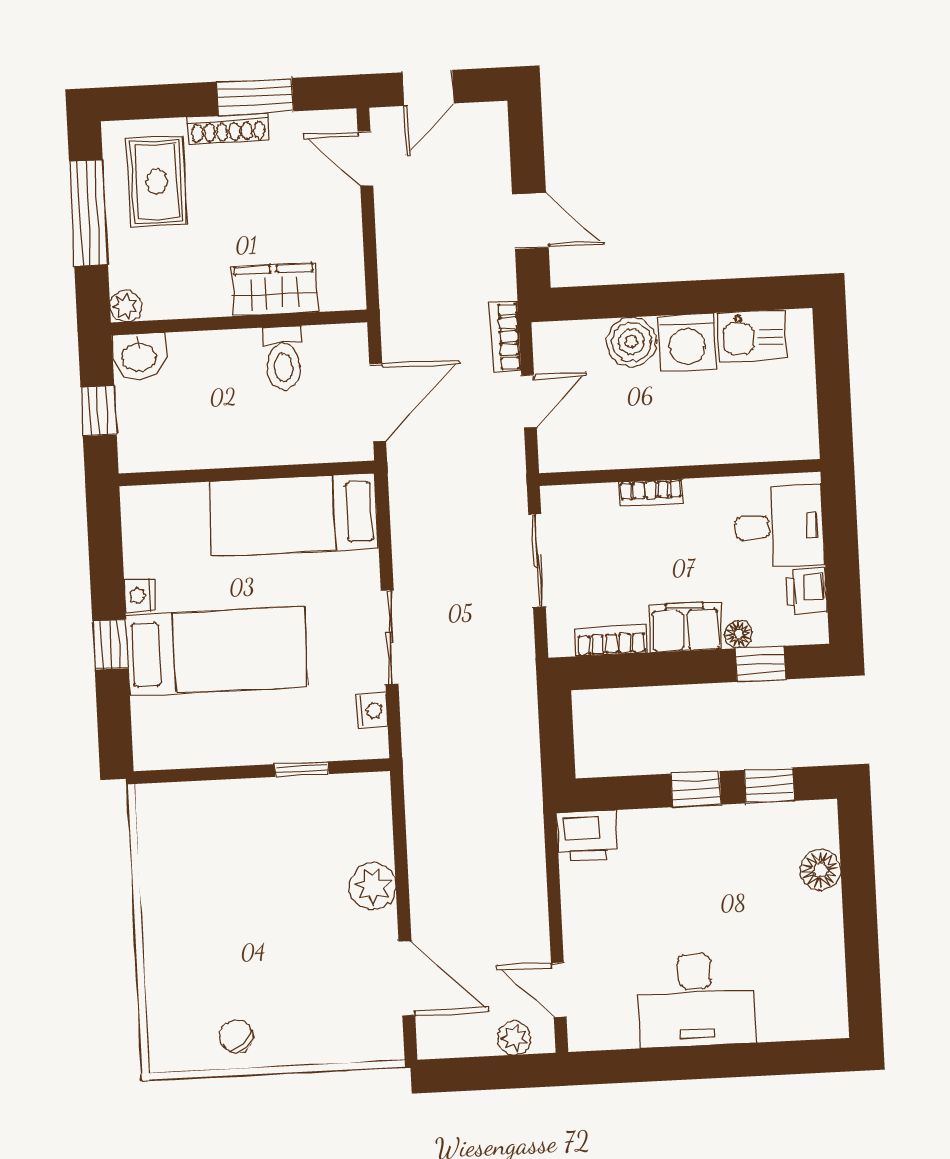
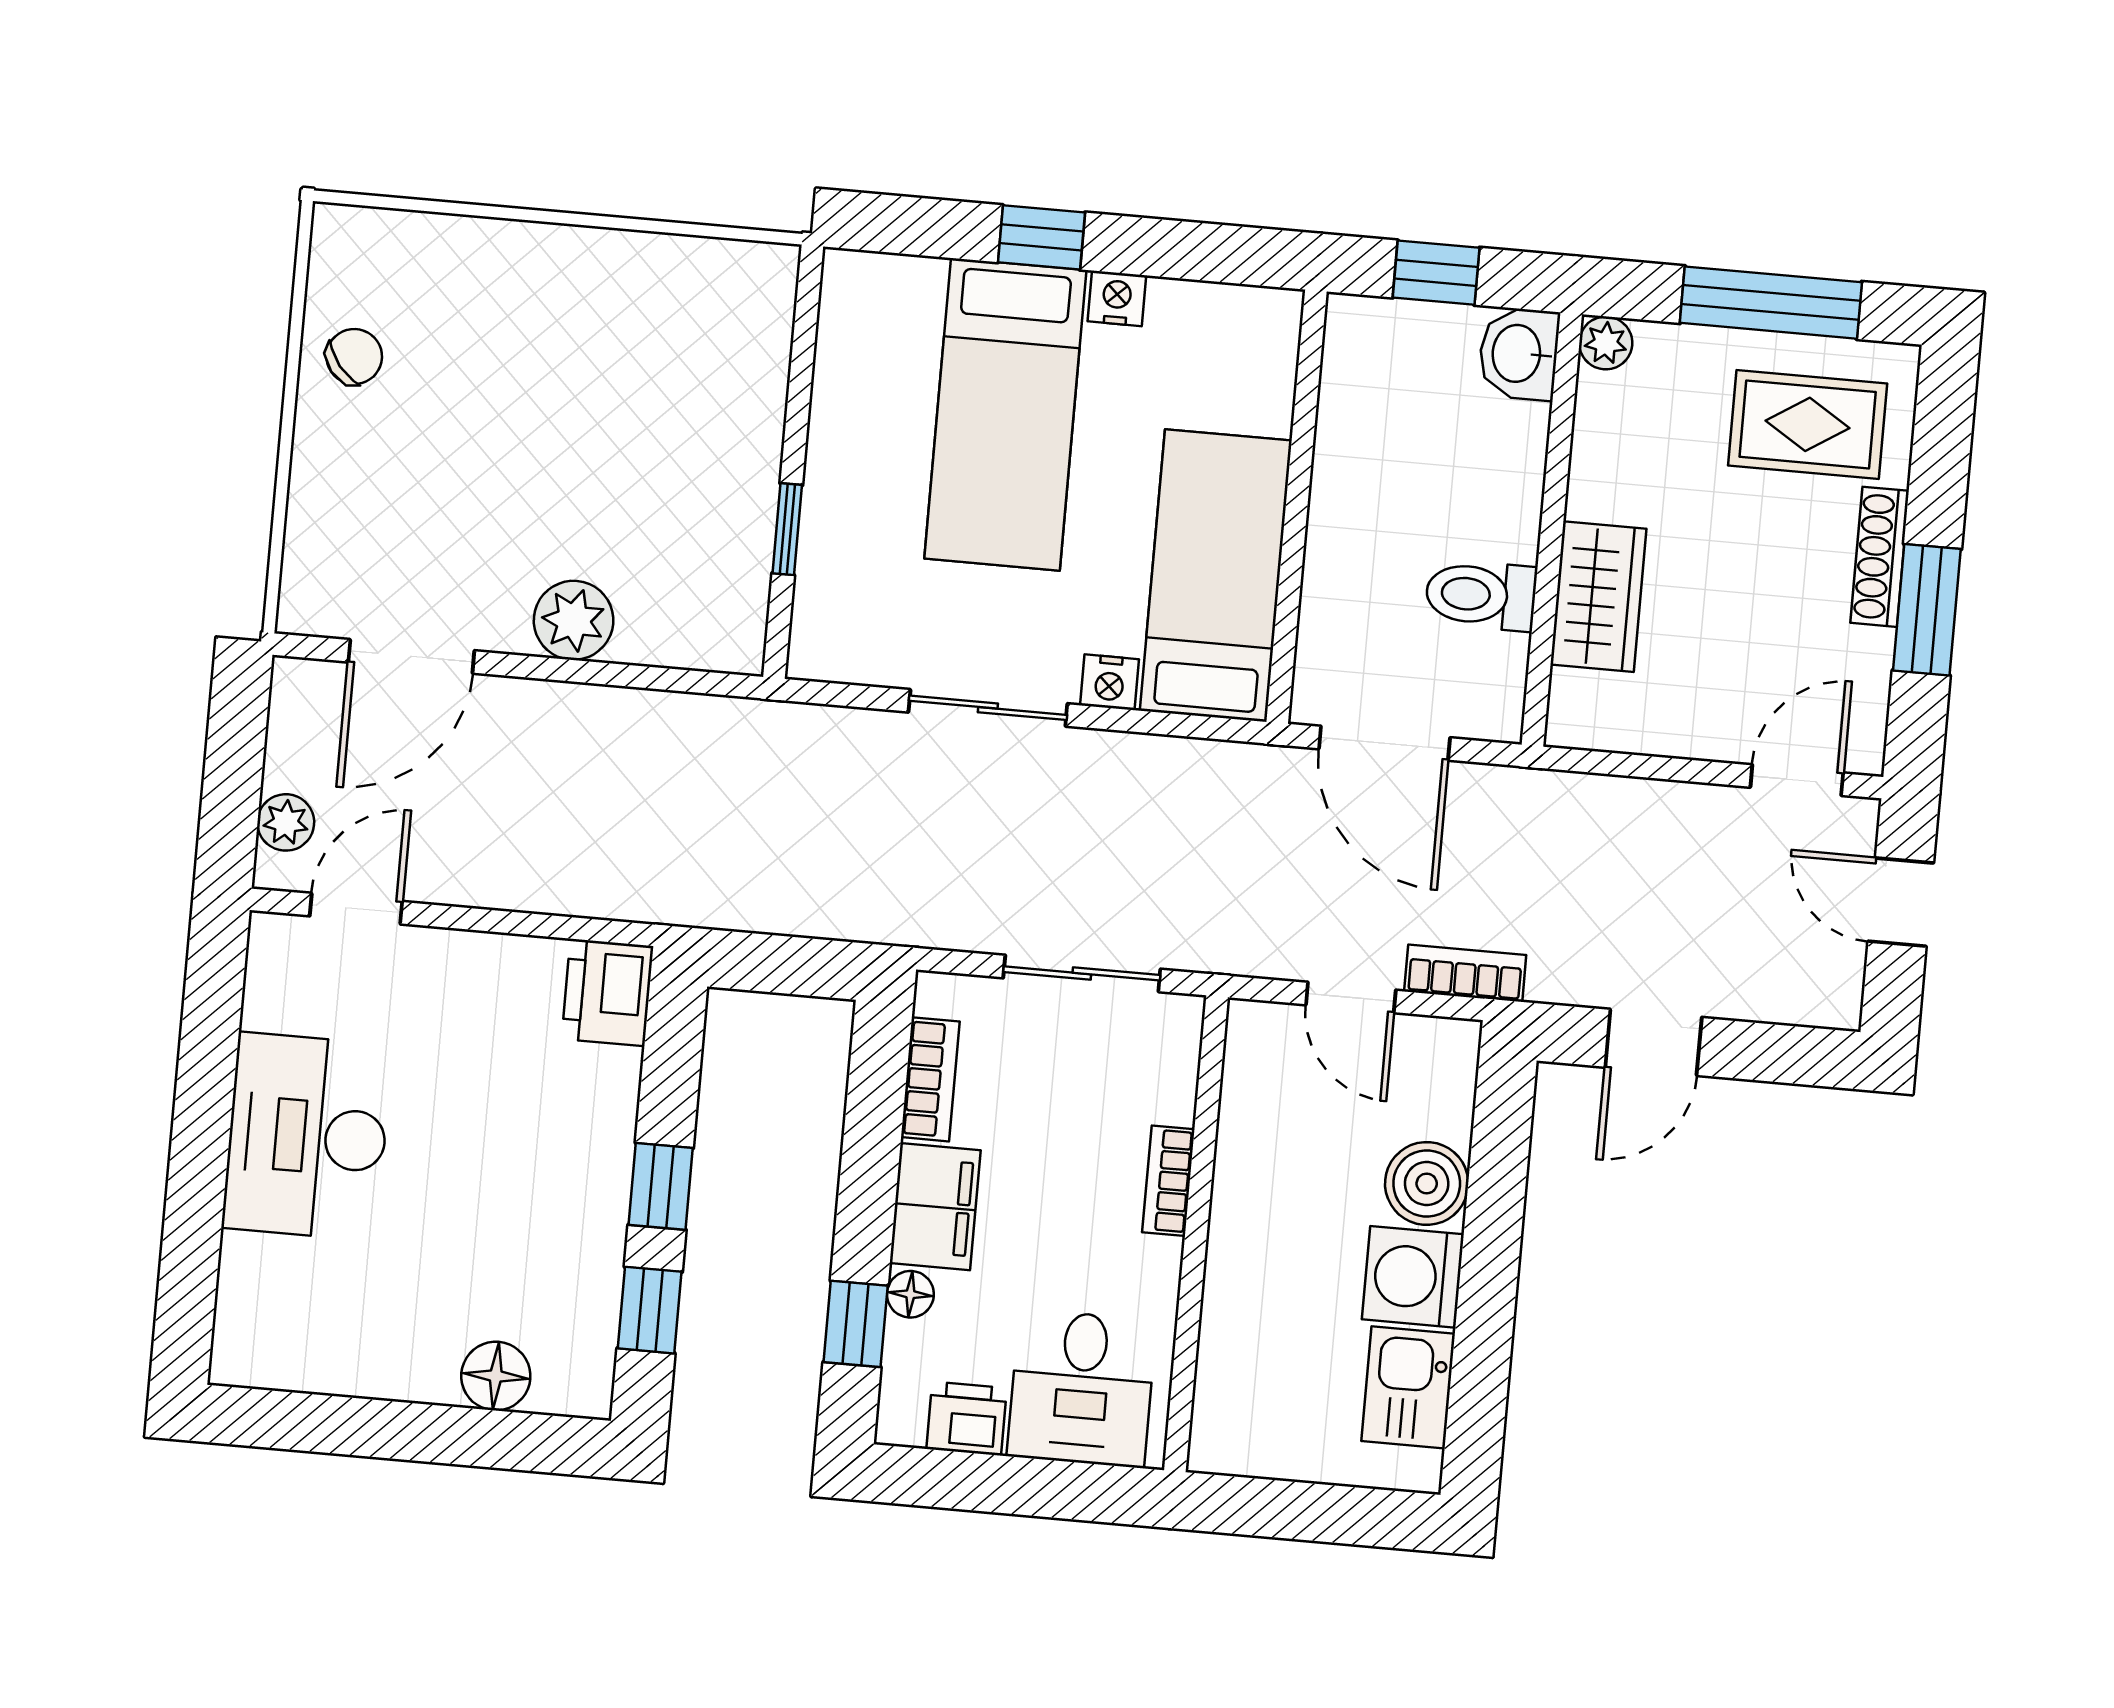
nightstand: (372, 711) -> (1109, 682), moved

